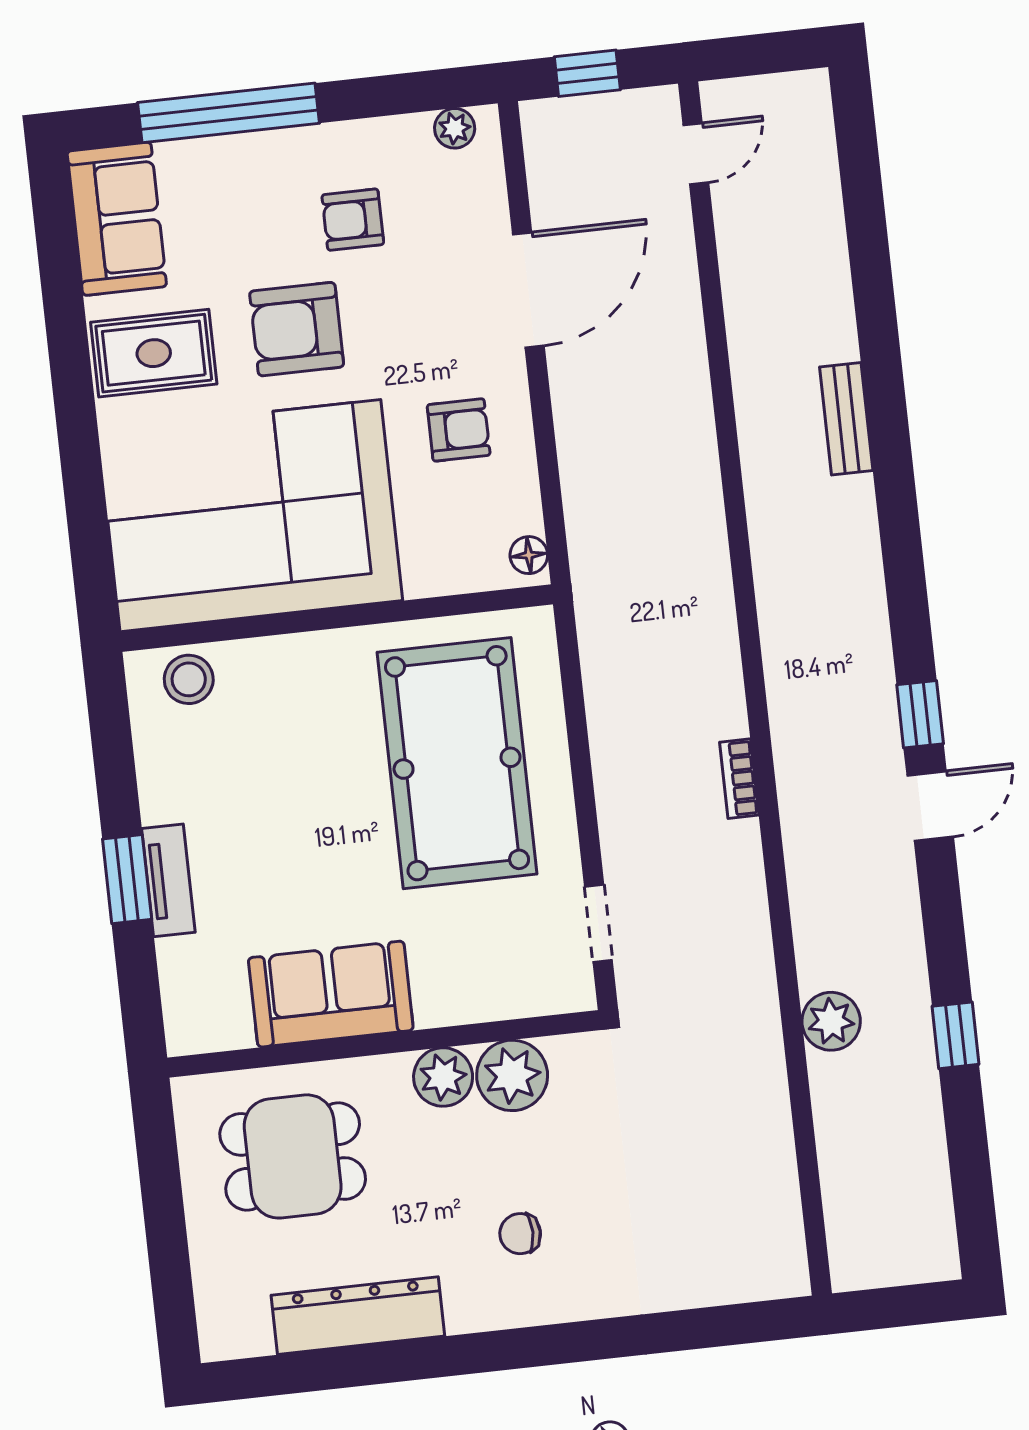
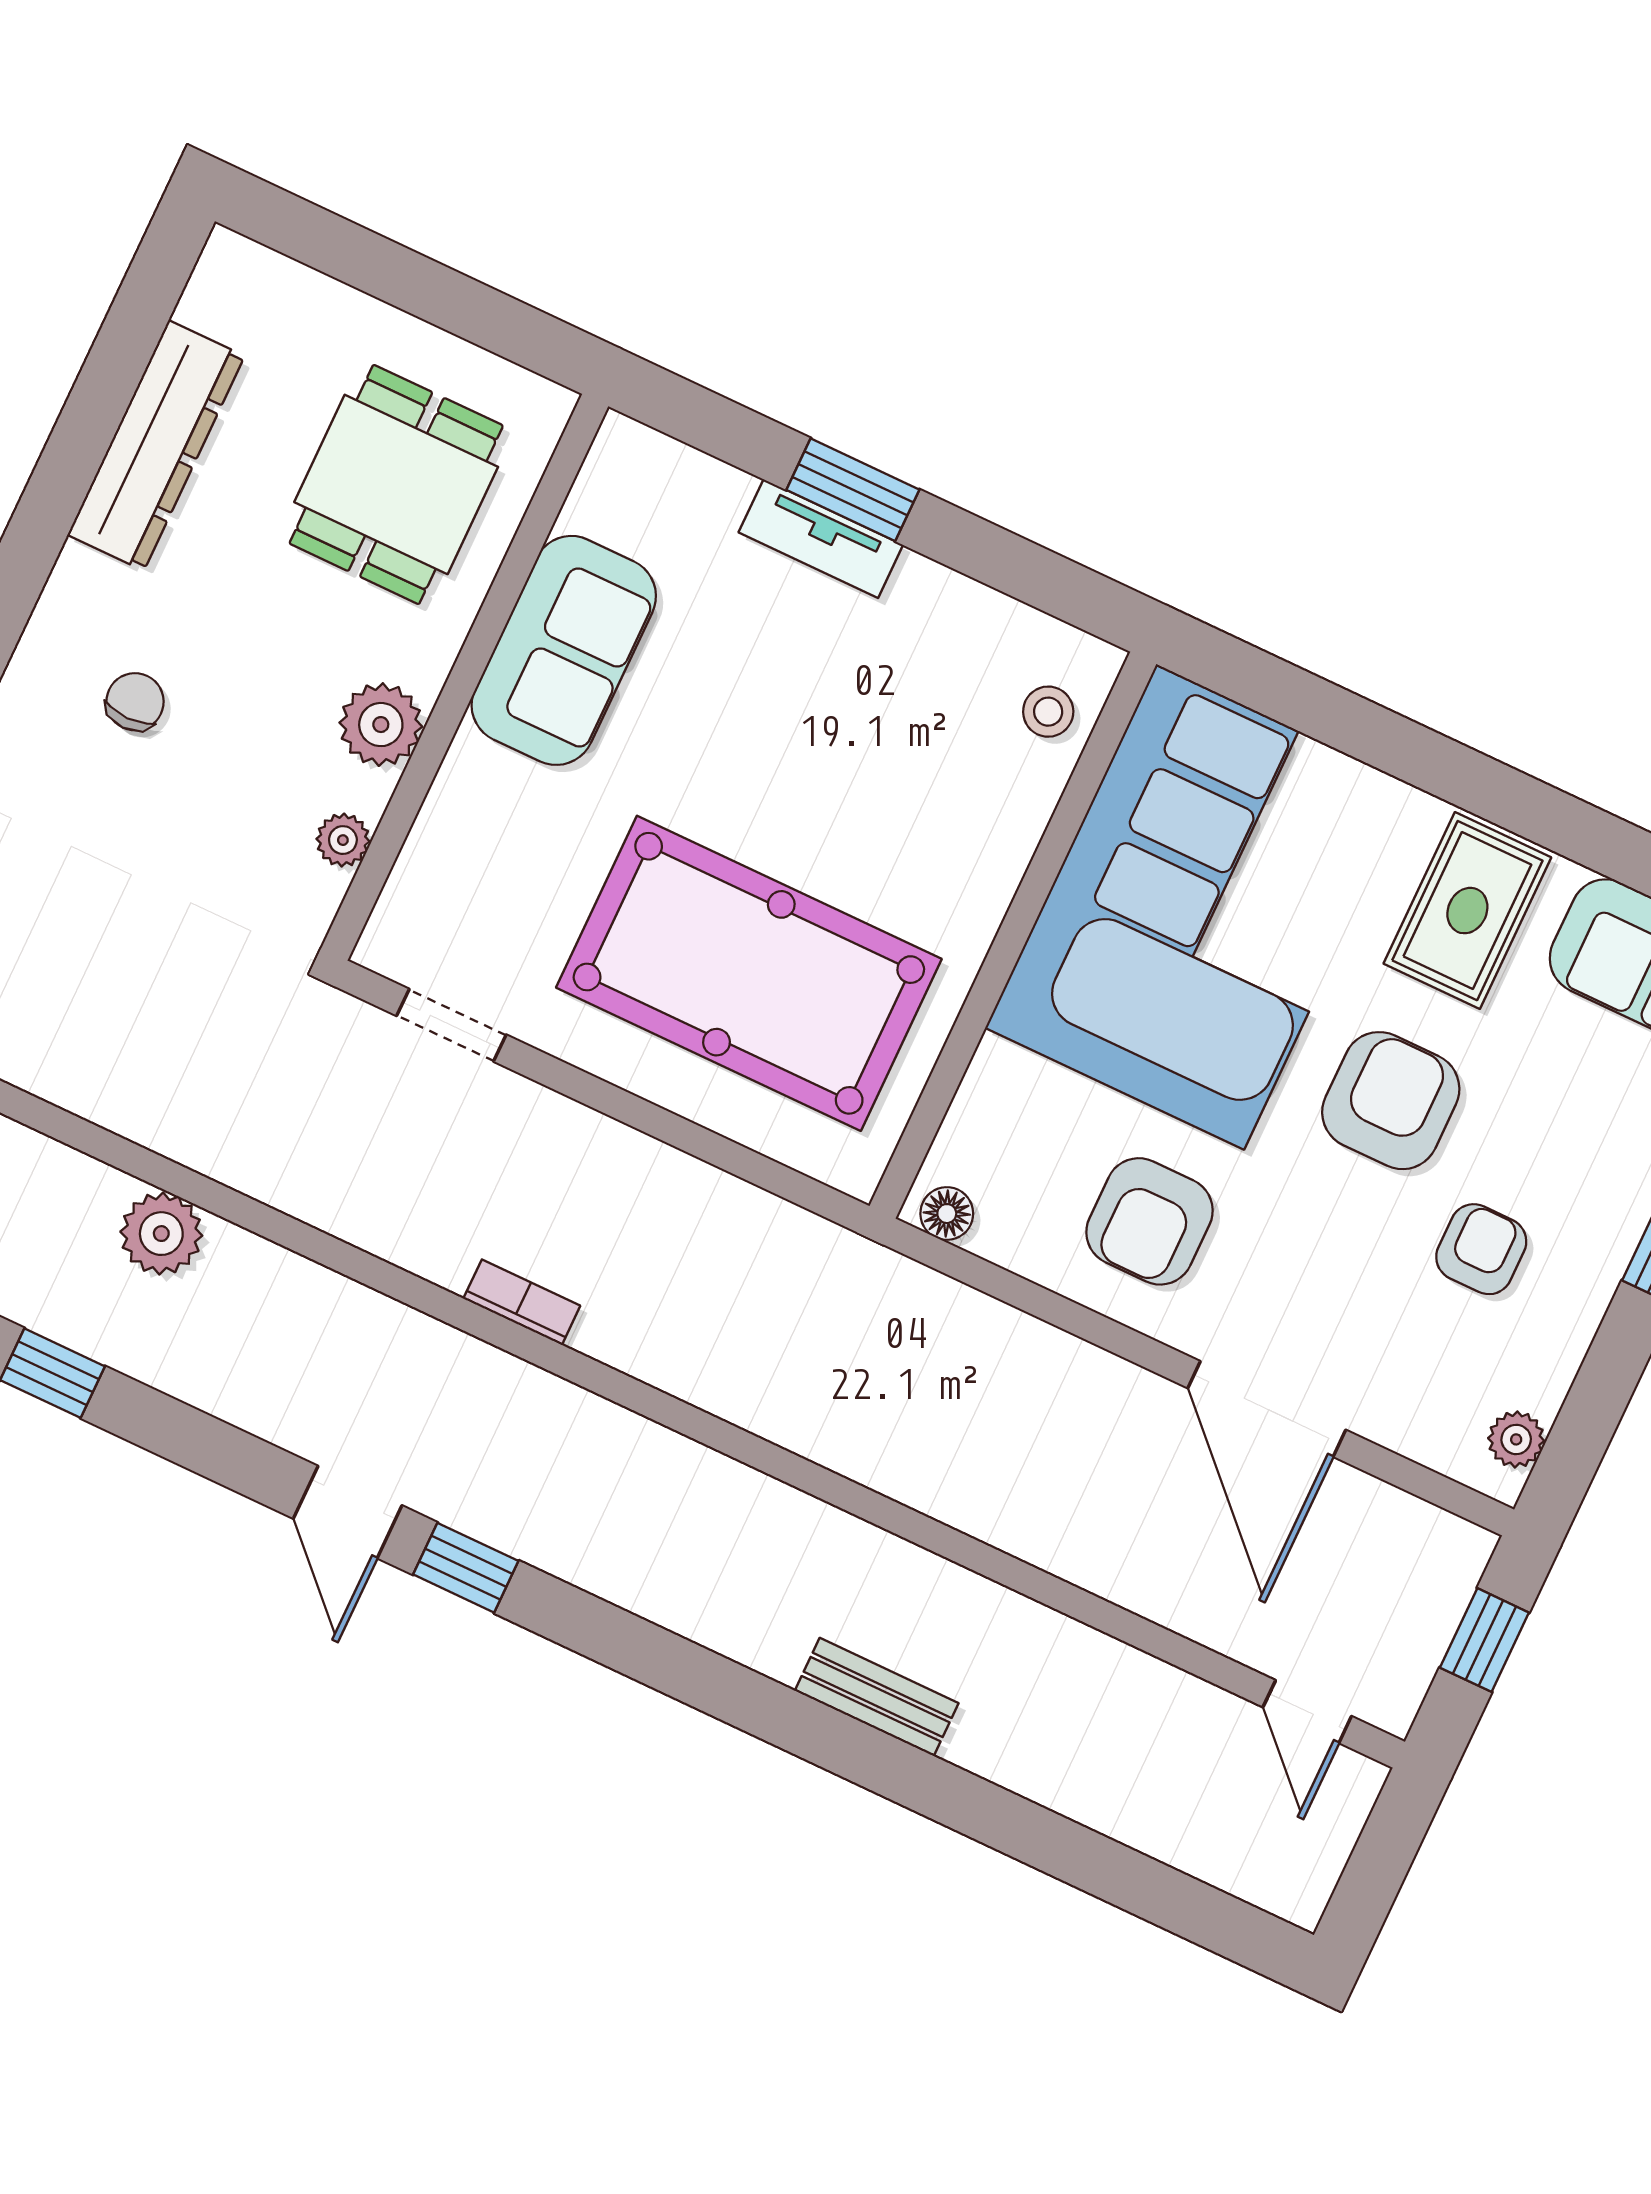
armchair: (459, 430) -> (1149, 1221), width x1.38, depth x1.38
stool: (189, 679) -> (1048, 712), width x0.73, depth x0.73
plant: (512, 1075) -> (343, 840), width x0.53, depth x0.53

